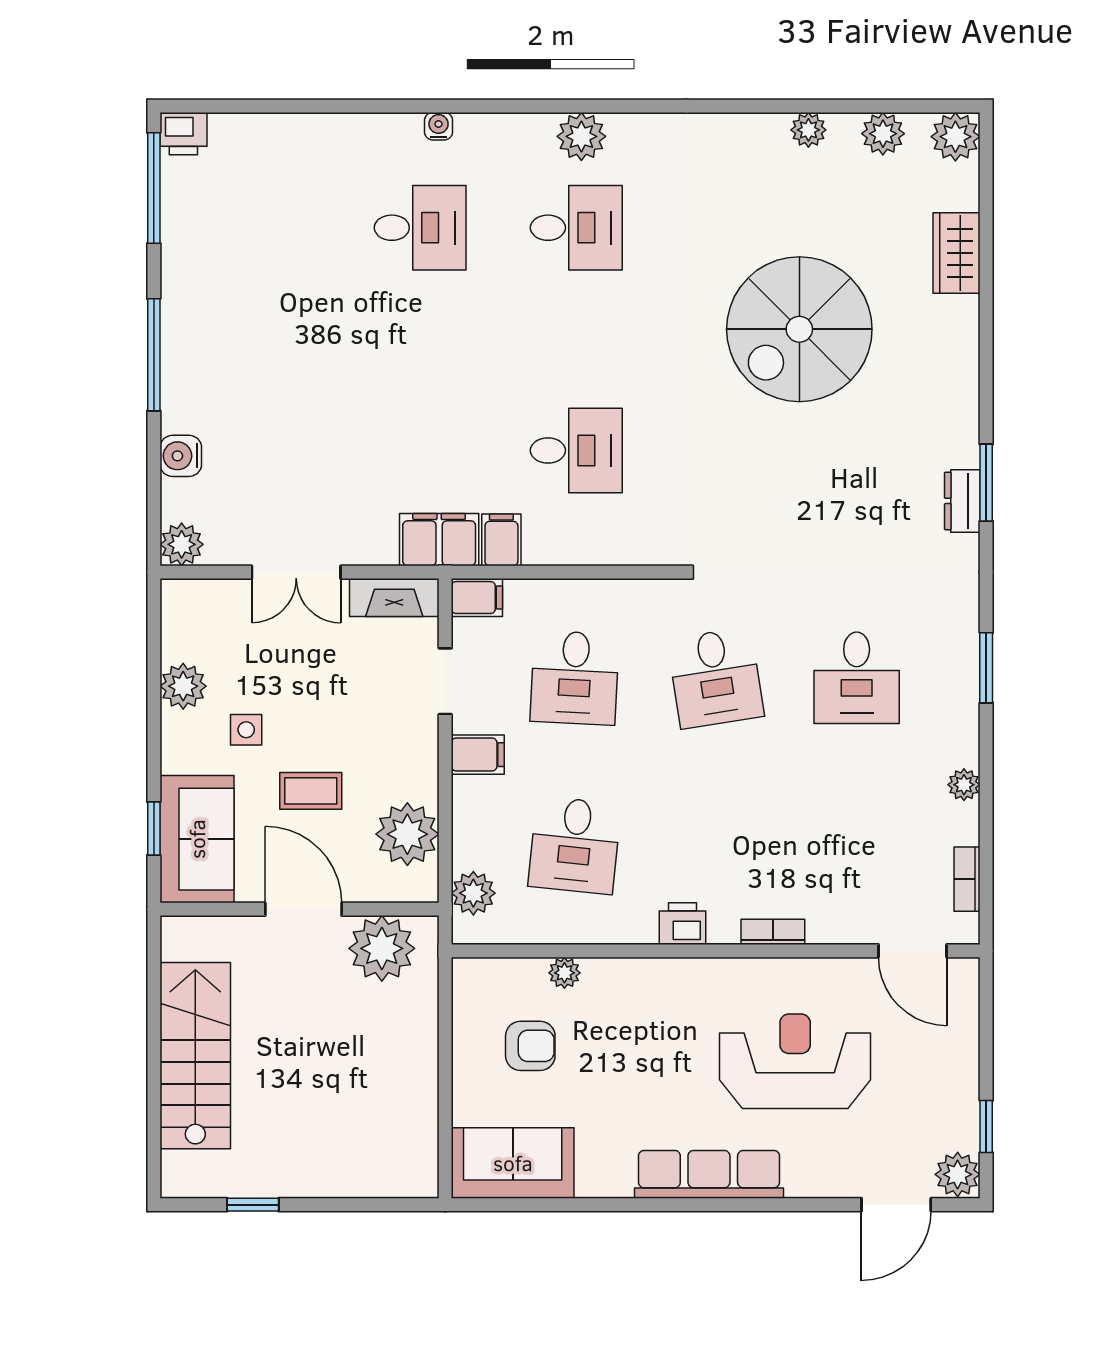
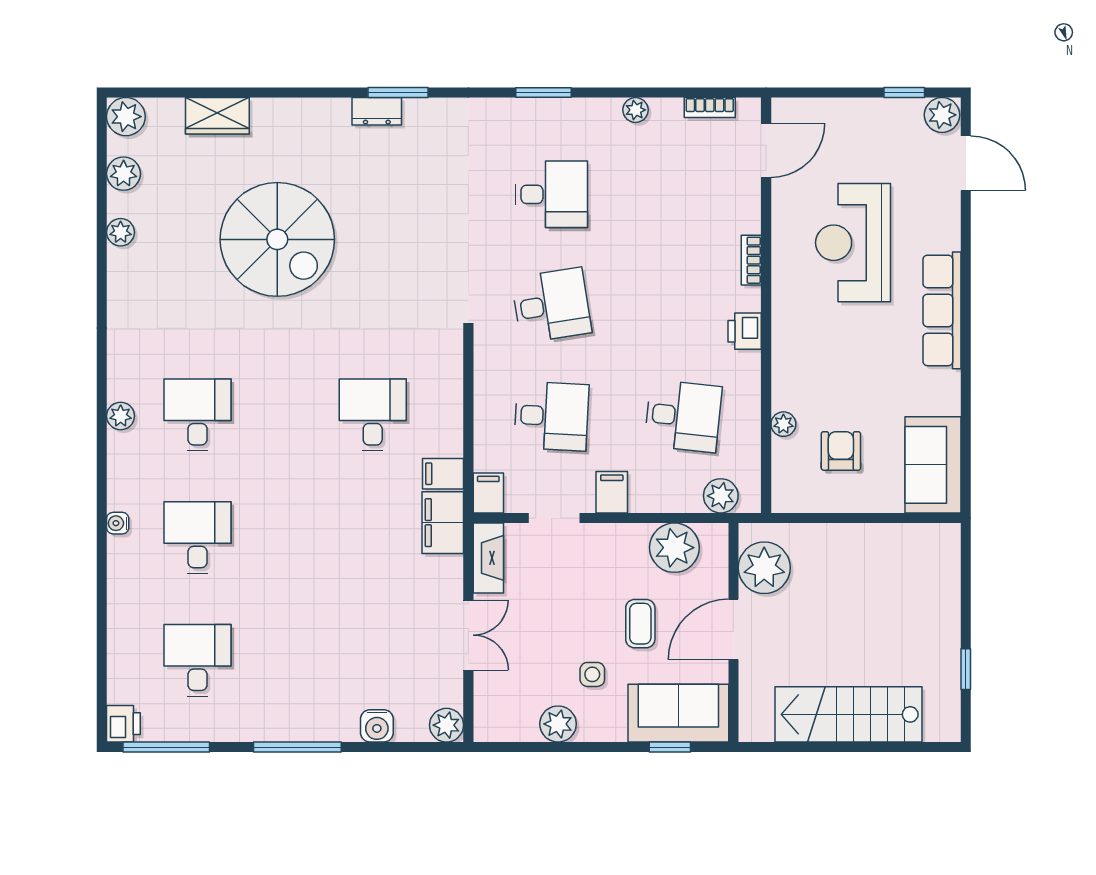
plant: (581, 136) -> (121, 416), width x0.73, depth x0.73
desk: (264, 228) -> (197, 660), added
dresser: (962, 501) -> (377, 111), moved

